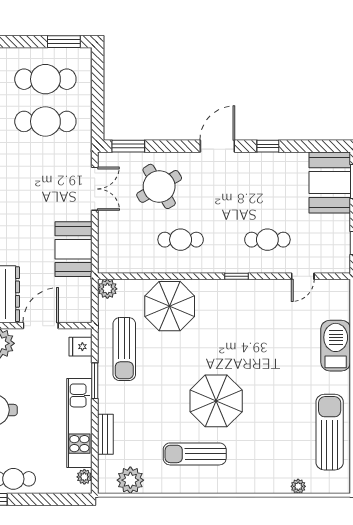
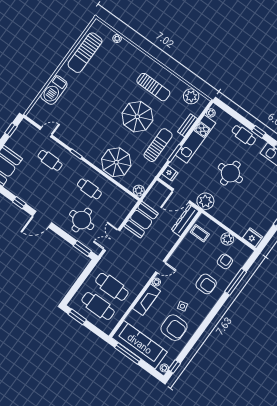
round table: (159, 186) -> (82, 220), turned 31
sun lounger: (124, 349) -> (158, 145), moved
parasol: (216, 401) -> (137, 117), moved

